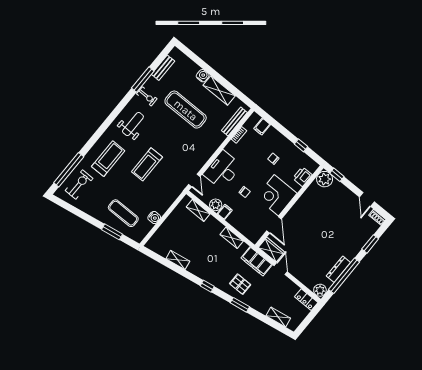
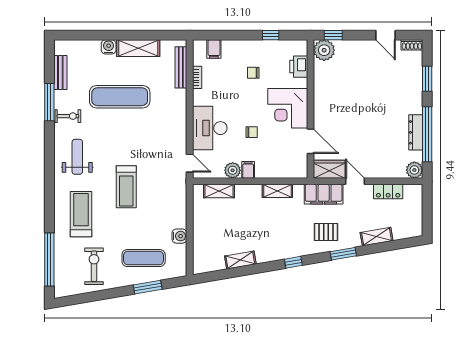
exercise bike: (79, 184) -> (94, 266), moved
locker: (306, 300) -> (388, 192), moved
shelving: (278, 317) -> (377, 237), moved

